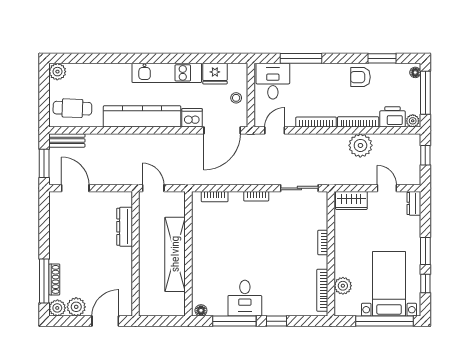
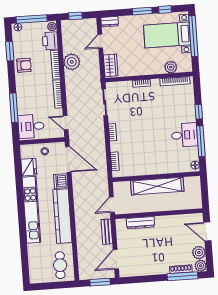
plant: (57, 72) -> (35, 277), removed
kitchen unit: (167, 73) -> (31, 210), width x1.36
armchair: (360, 77) -> (24, 65), turned -90
bench: (67, 140) -> (107, 232), moved

